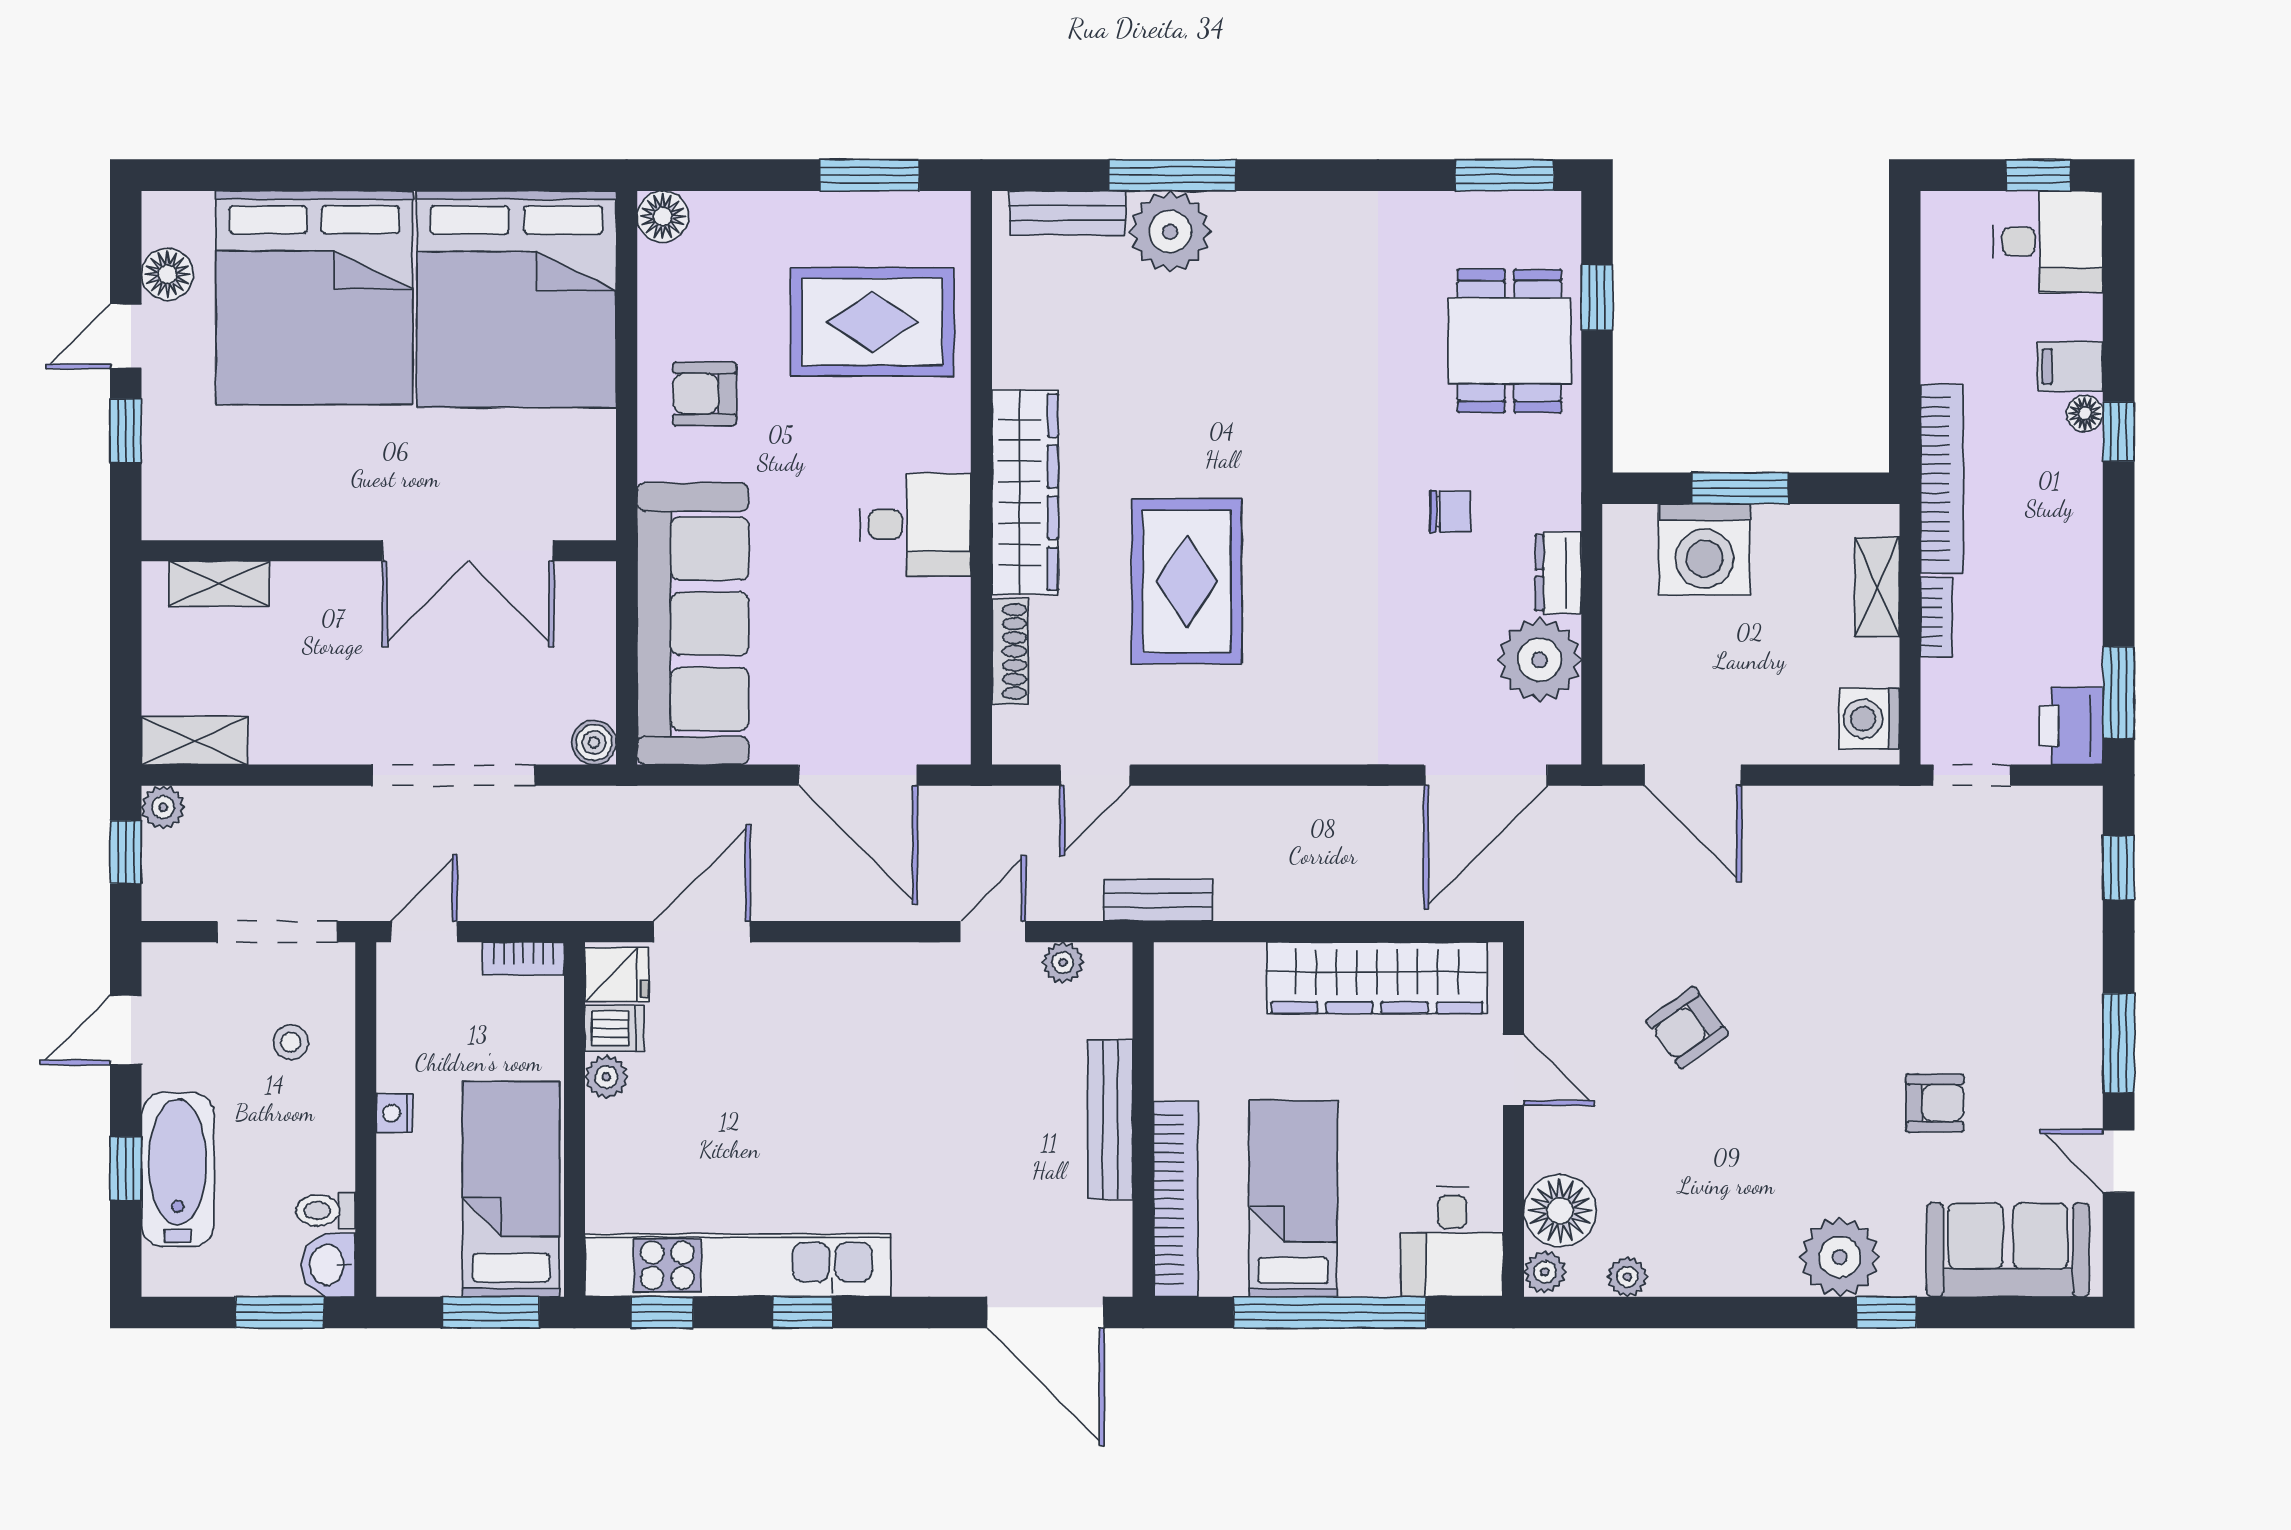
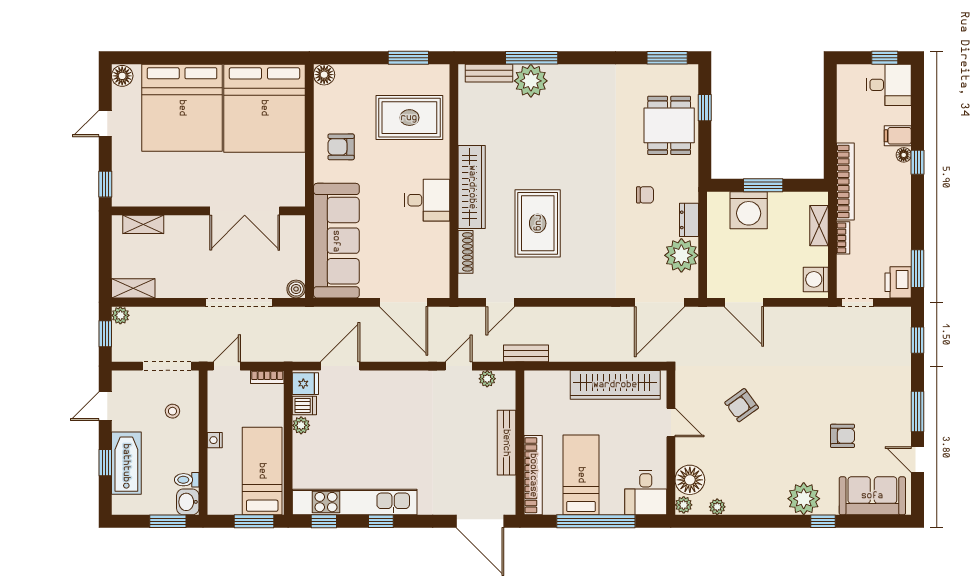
floor lamp: (167, 274) -> (122, 76), moved
window: (126, 431) -> (105, 184), moved

